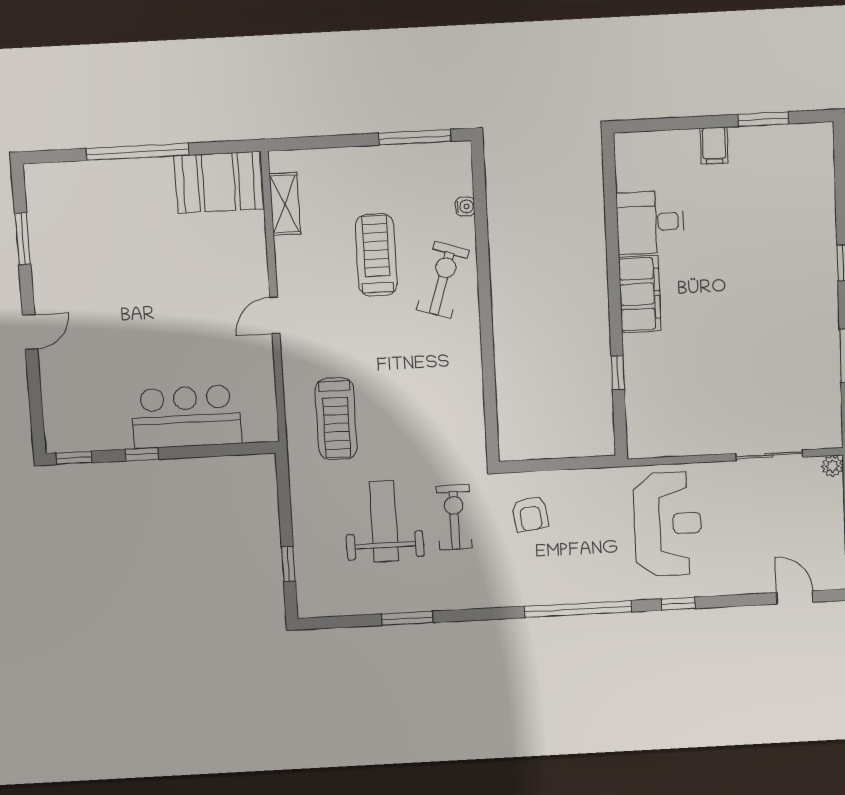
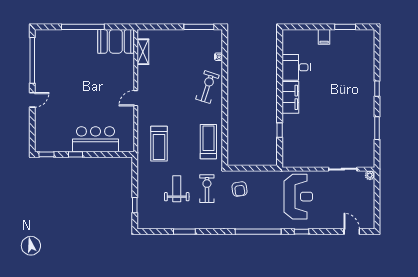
window: (23, 239) -> (32, 60), width x2.11
treadmill: (376, 255) -> (208, 142), moved
weight bench: (384, 521) -> (177, 189), width x0.73, depth x0.75

